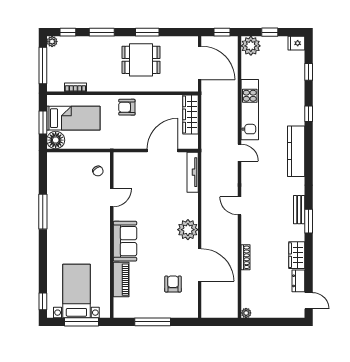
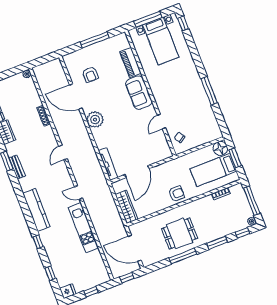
window: (147, 32) -> (183, 256), width x1.44
plant: (251, 46) -> (101, 276), removed
door: (240, 206) -> (63, 152), swing flipped

